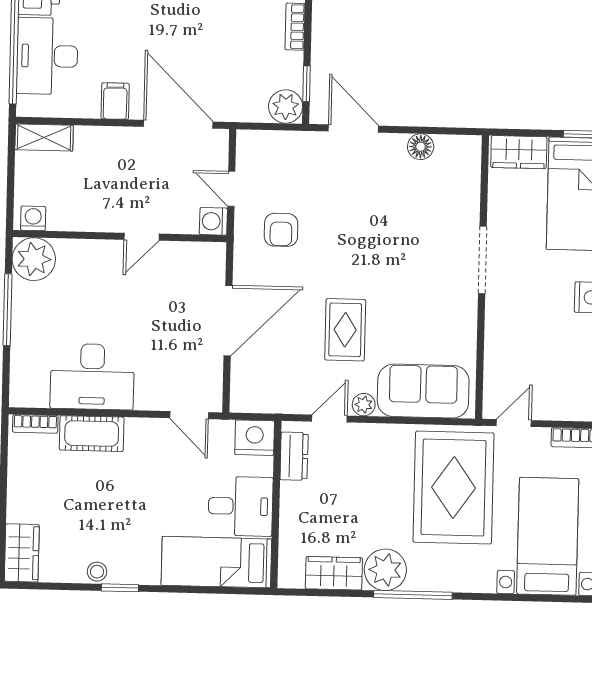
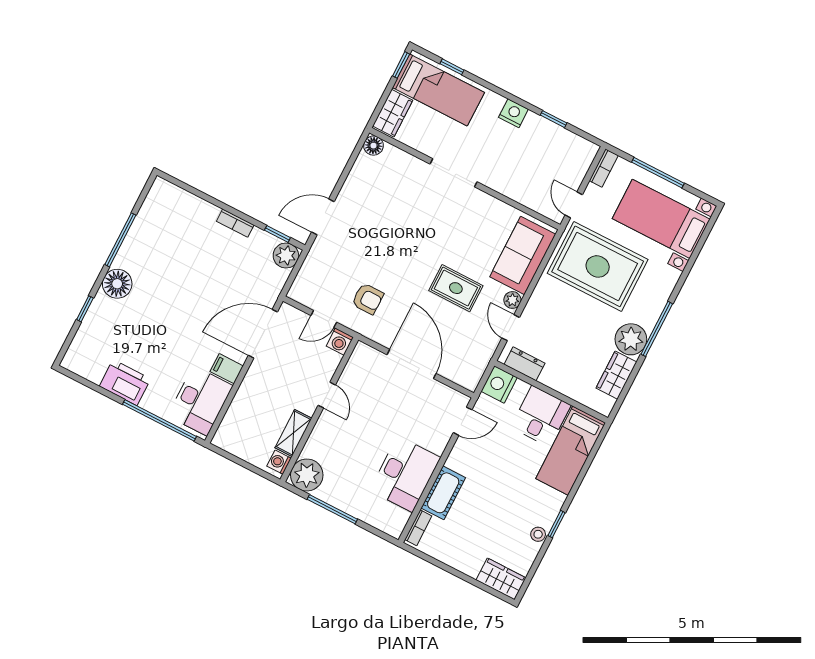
desk: (47, 56) -> (200, 401), moved, turned -90
shelving: (44, 137) -> (293, 433), moved
floor lamp: (421, 147) -> (373, 146), moved

